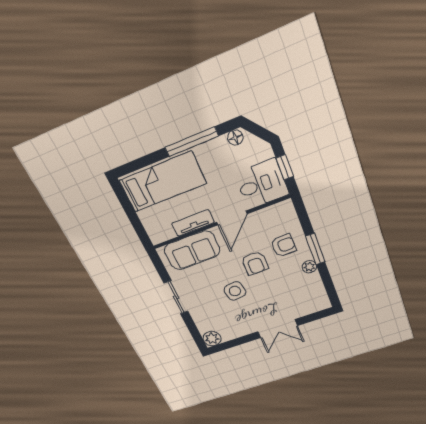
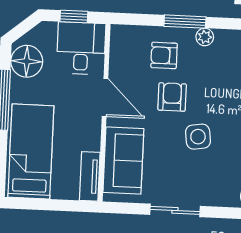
floor lamp: (235, 138) -> (27, 61), width x1.89, depth x1.89
tv unit: (193, 223) -> (90, 176), moved
armchair: (283, 245) -> (164, 55), turned -90
armchair: (255, 263) -> (172, 97), turned -90

